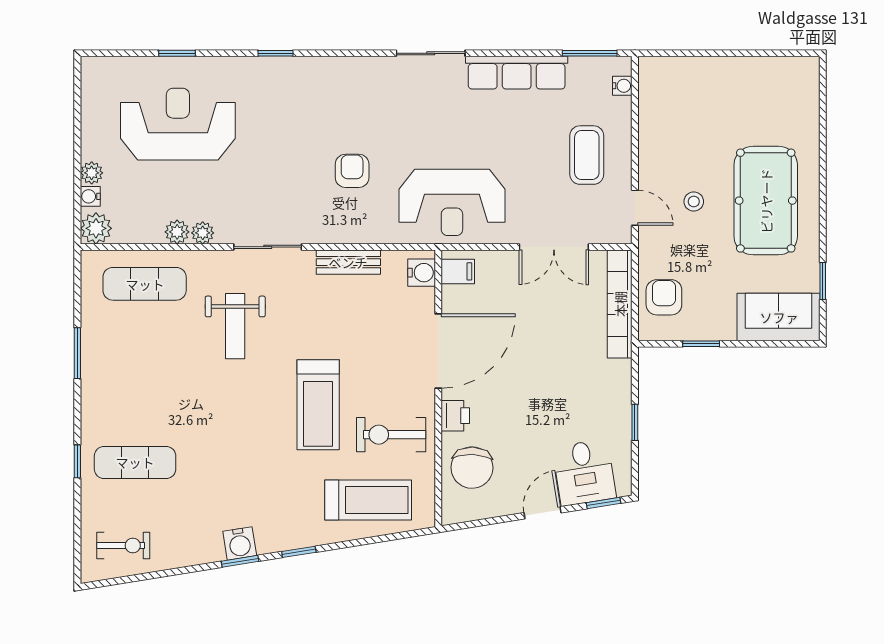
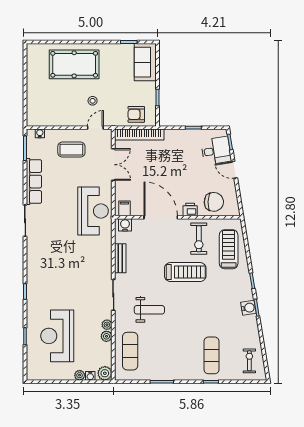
armchair: (352, 171) -> (79, 257), removed
pool table: (766, 201) -> (74, 64), moved

